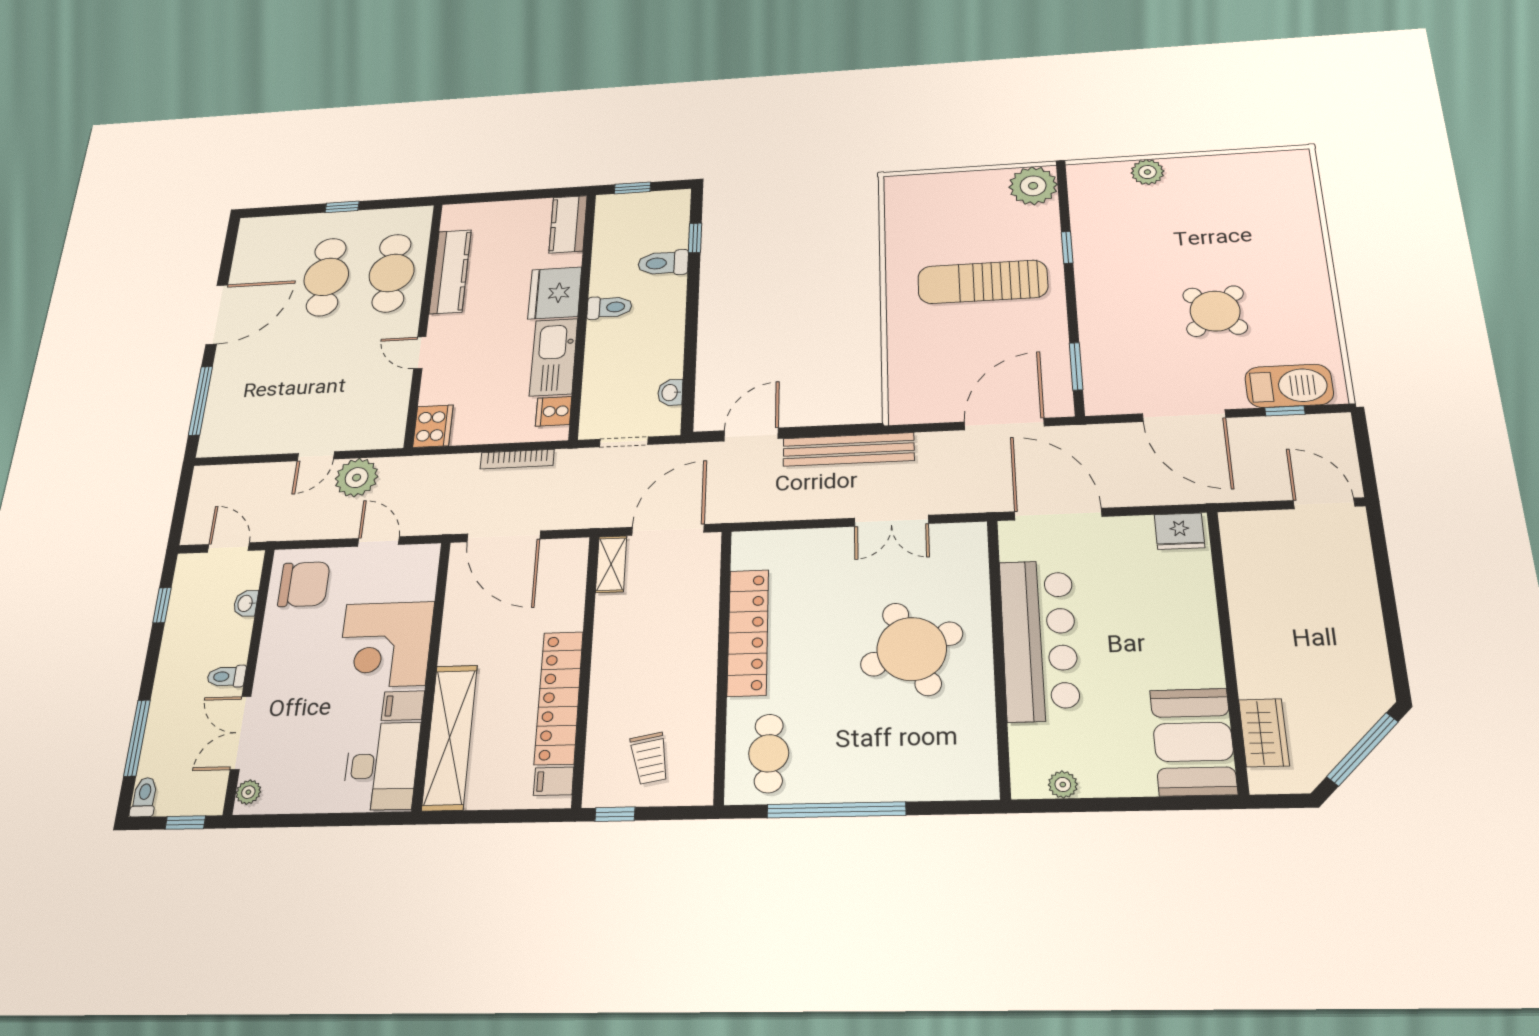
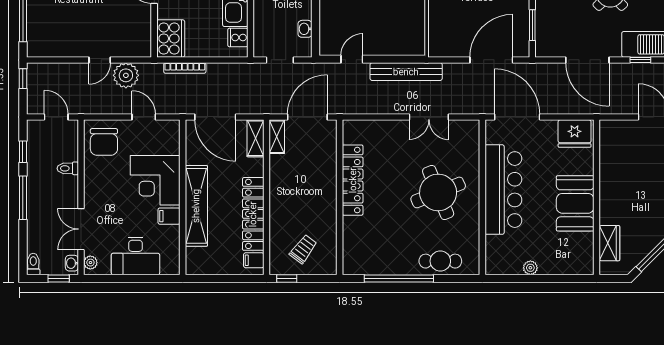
cooker: (433, 426) -> (171, 38), width x1.37, depth x1.31
door: (751, 434) -> (352, 59), width x0.73
bookcase: (517, 459) -> (185, 68), moved
window: (184, 490) -> (23, 79), added
fridge: (1180, 531) -> (575, 134), width x1.36, depth x1.34
shelving: (572, 568) -> (255, 138), added
chair: (304, 584) -> (104, 142), turned 90
washbasin: (246, 603) -> (72, 263), moved
toilet: (226, 676) -> (68, 168), moved
shelving: (450, 737) -> (196, 206), moved
window: (137, 738) -> (23, 198), moved
booth: (1193, 742) -> (575, 203), moved
cafe table: (769, 753) -> (440, 261), moved, turned 90
trolley: (650, 758) -> (303, 249), turned -132
desk: (381, 766) -> (135, 256), moved, turned 90
plant: (1063, 785) -> (530, 268), moved

